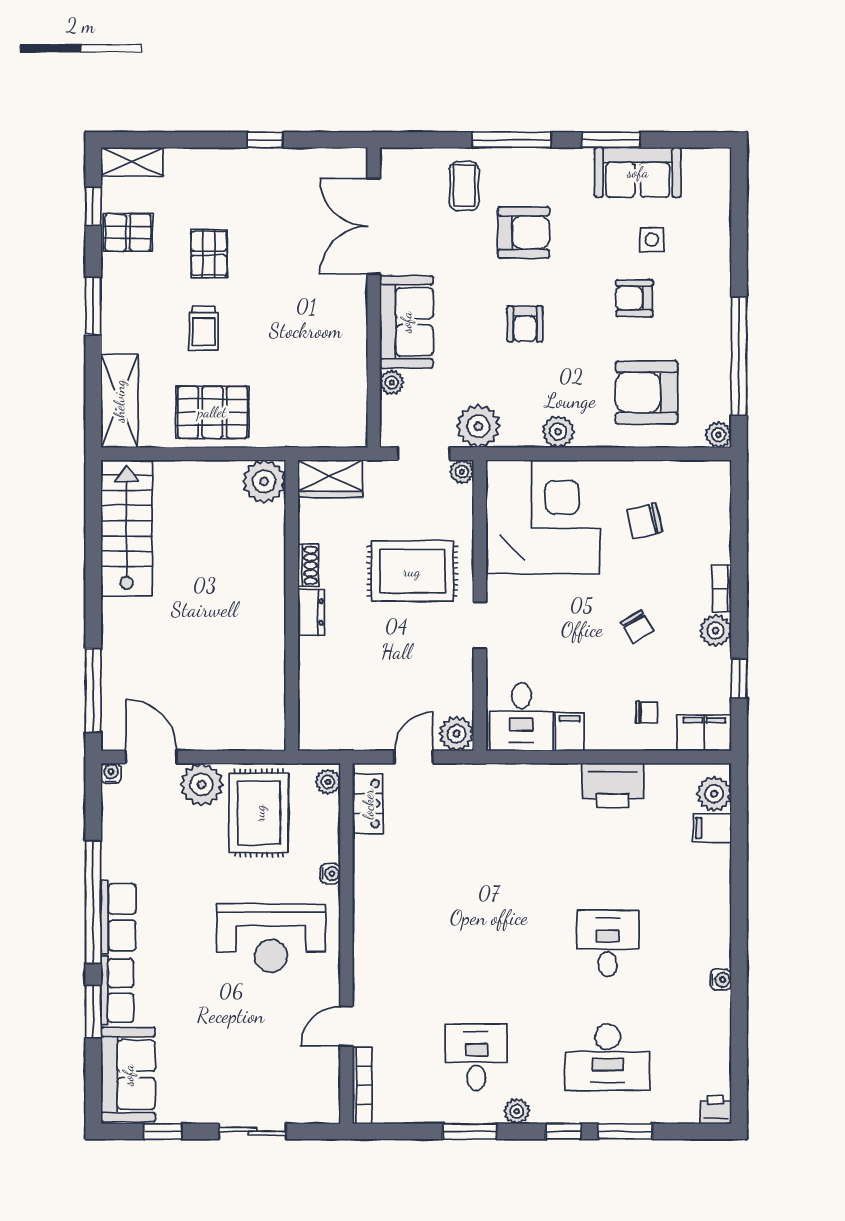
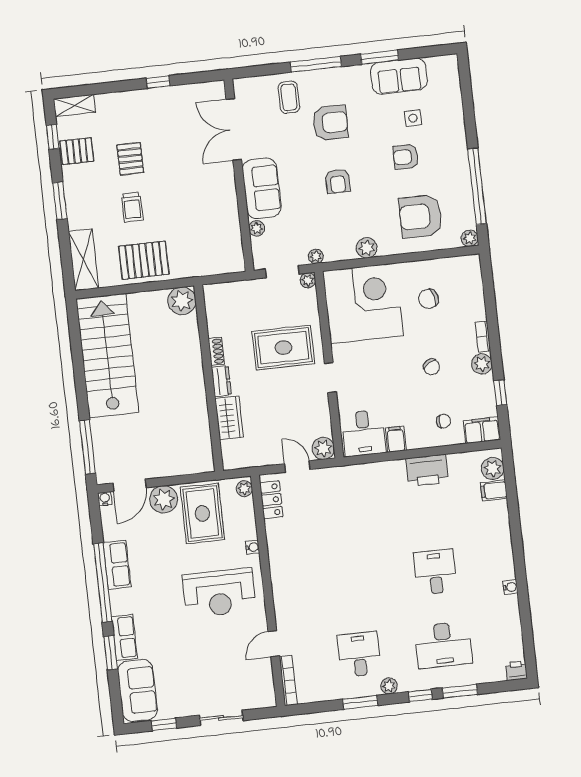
plant: (478, 426) -> (316, 256), width x0.53, depth x0.53
wardrobe: (330, 479) -> (229, 418), moved, turned -90
stairs: (127, 528) -> (107, 356), width x1.36, depth x1.51
door: (151, 757) -> (129, 485), swing flipped
door: (413, 757) -> (297, 467), hinge flipped
row of seats: (118, 917) -> (117, 565), moved

